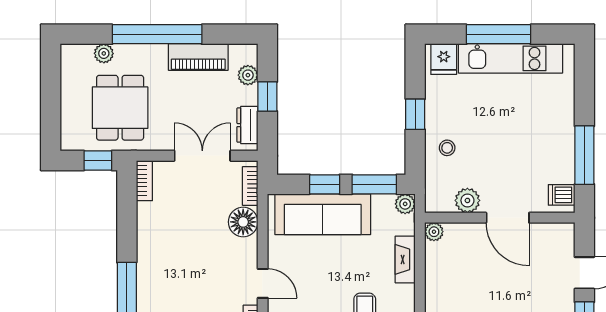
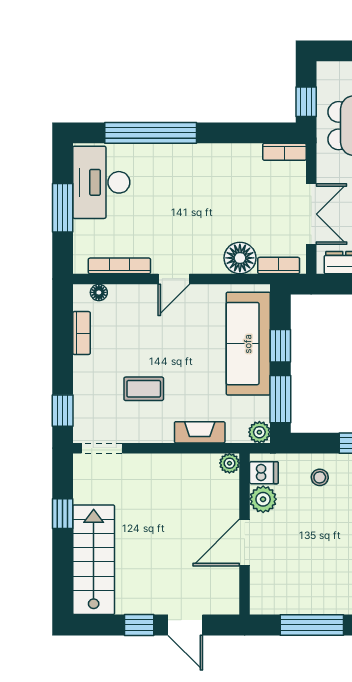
dishwasher: (562, 195) -> (264, 473), moved, turned 90

